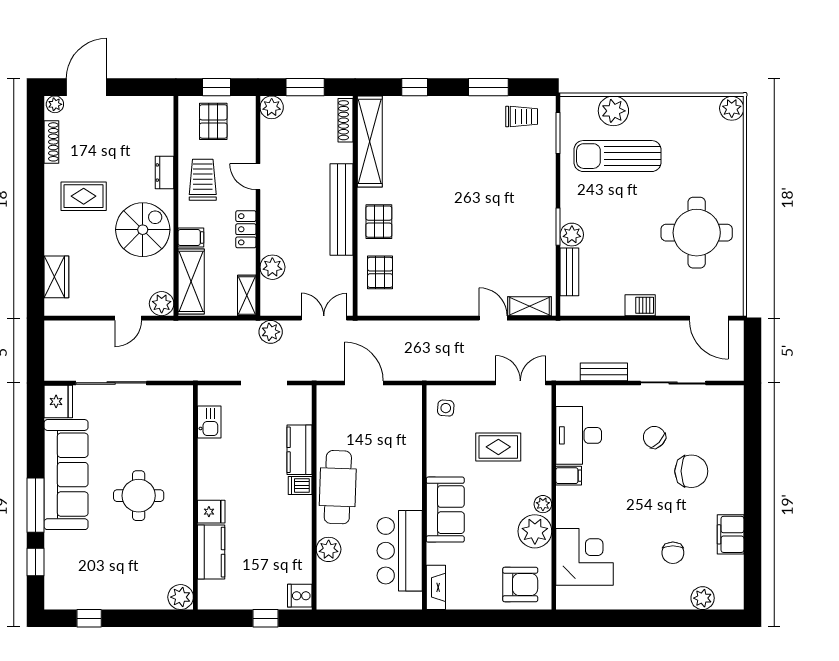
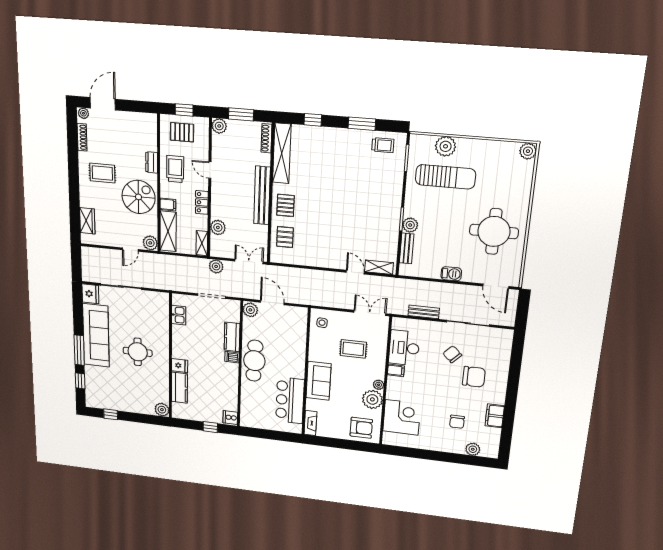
pallet: (213, 121) -> (182, 132), turned 90
sun lounger: (618, 156) -> (445, 177), turned 180
plant: (329, 549) -> (250, 310), moved

